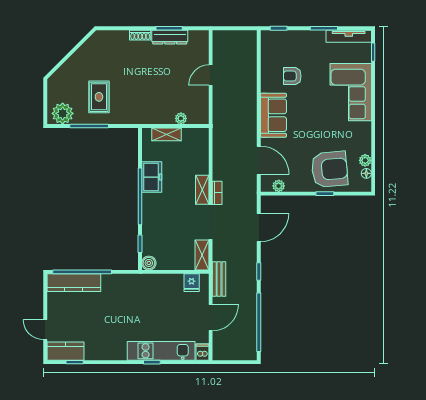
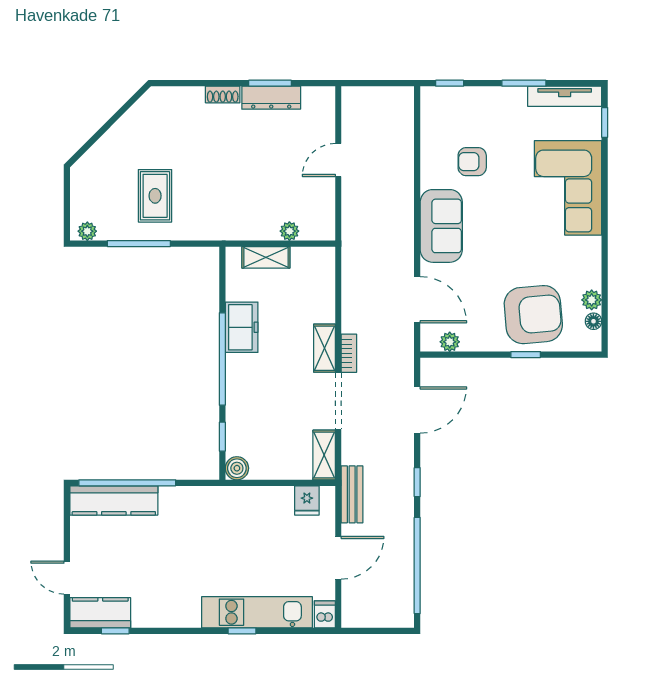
plant: (63, 113) -> (87, 231), width x0.53, depth x0.53

